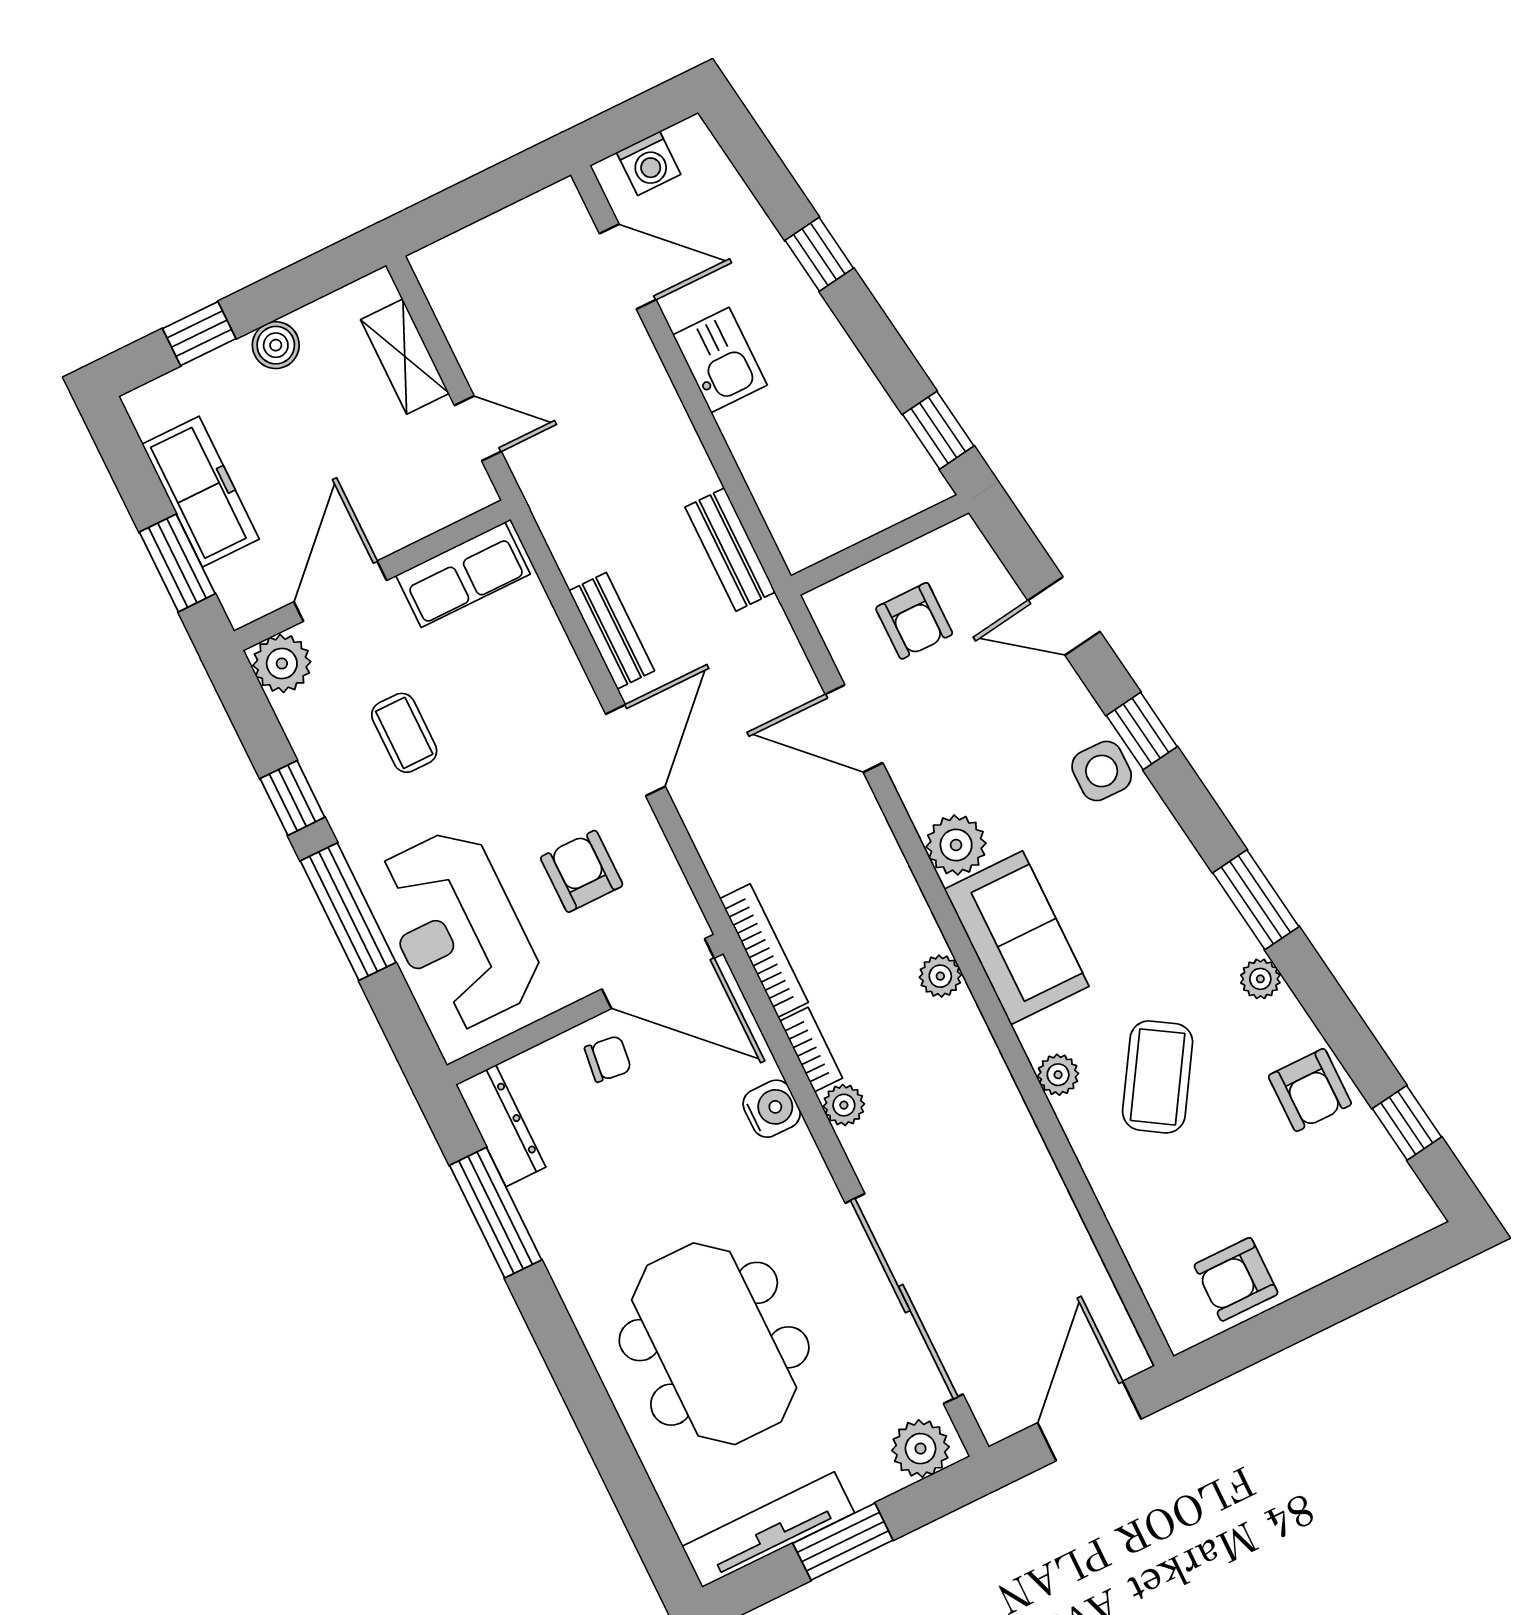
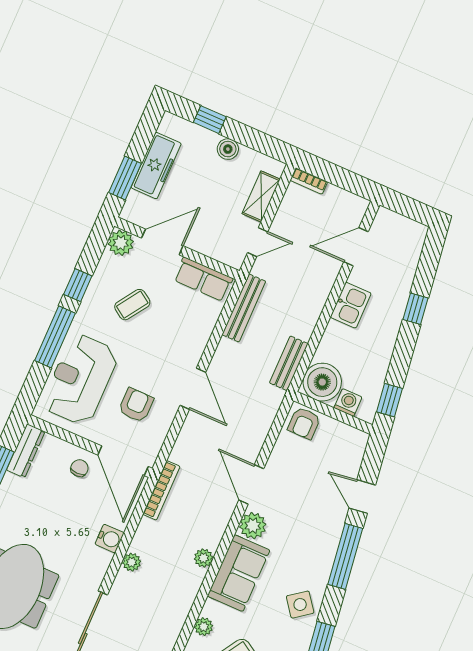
washing machine: (649, 163) -> (348, 402), moved, turned 180
door: (628, 267) -> (356, 247), swing flipped
door: (478, 428) -> (258, 242), hinge flipped
boiler: (810, 519) -> (322, 382), added
armchair: (914, 621) -> (304, 423), moved
bench: (612, 631) -> (244, 308), moved, width x1.36
door: (854, 729) -> (251, 484), moved
window: (1142, 731) -> (345, 556), width x2.17
coffee table: (404, 733) -> (132, 305), turned 34
door: (636, 750) -> (193, 389), hinge flipped
side table: (1102, 771) -> (300, 605), moved, turned -37
bookcase: (811, 1050) -> (309, 181), moved, turned 90
chair: (608, 1059) -> (79, 468), turned -97

